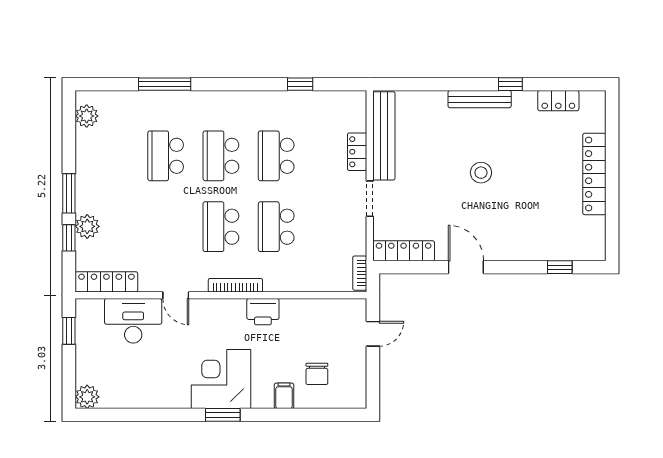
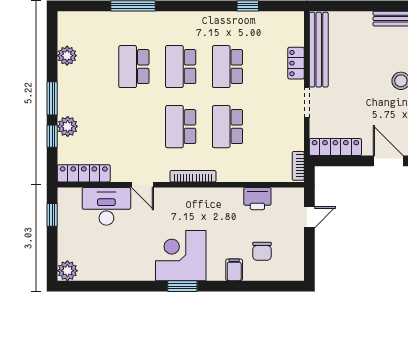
plant: (87, 116) -> (67, 56), moved
printer: (263, 312) -> (257, 199), moved

